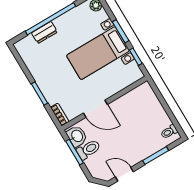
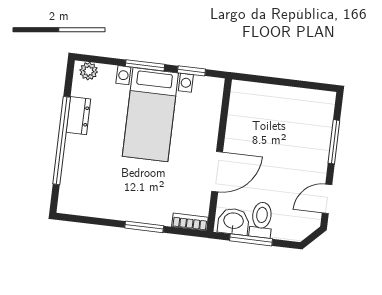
dresser: (44, 32) -> (78, 116), moved
toilet: (169, 132) -> (317, 102), removed

